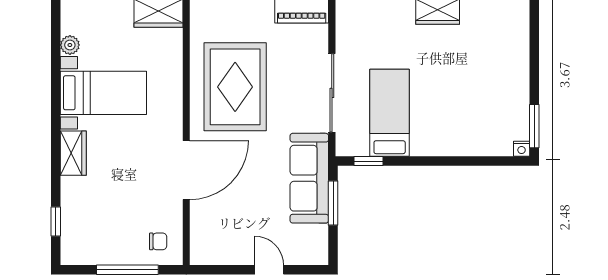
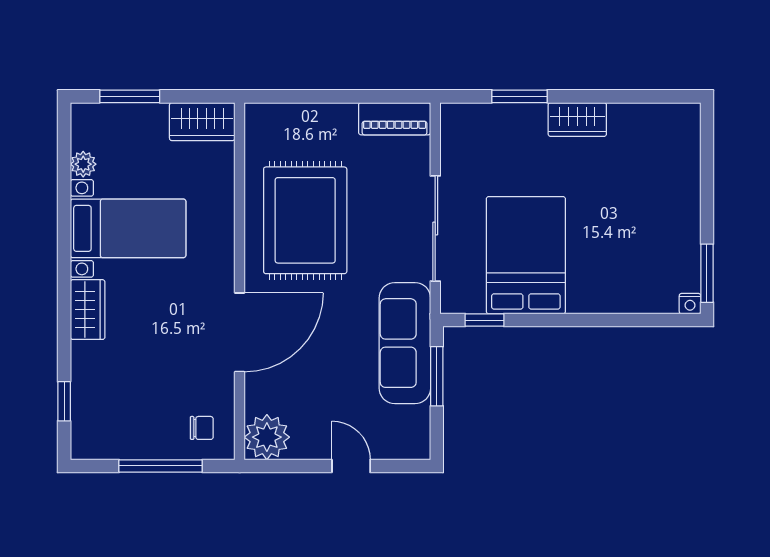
bed: (390, 113) -> (526, 255), width x1.50
plant: (207, 248) -> (267, 437), added

